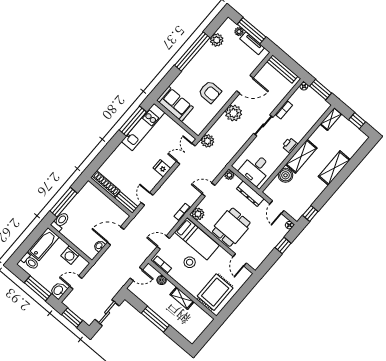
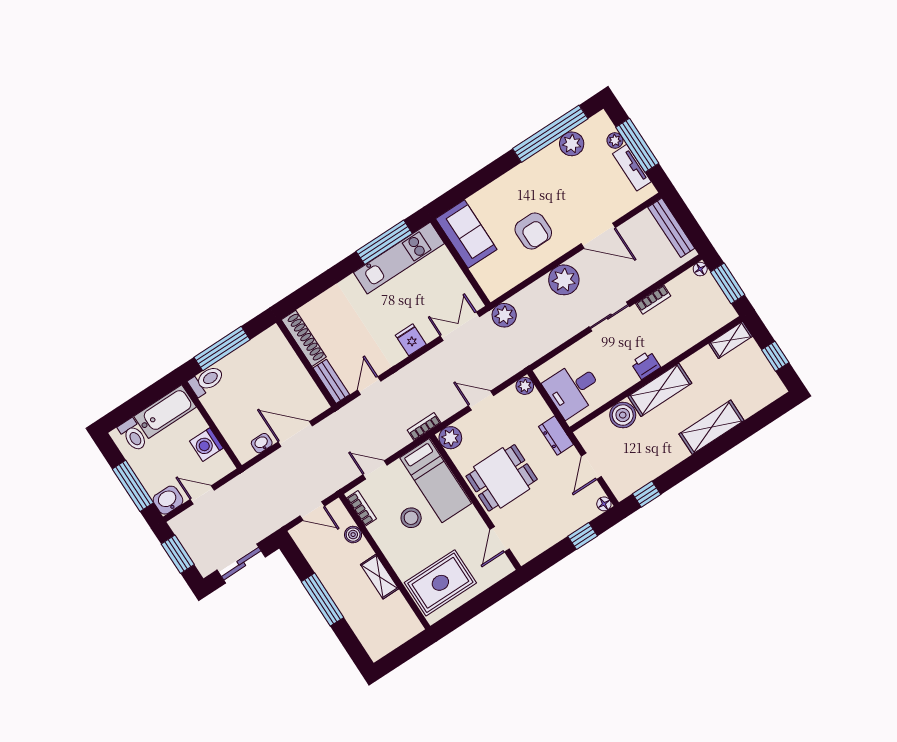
window: (192, 52) -> (550, 134), moved
dresser: (250, 194) -> (556, 436), width x0.70

